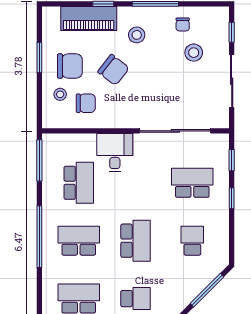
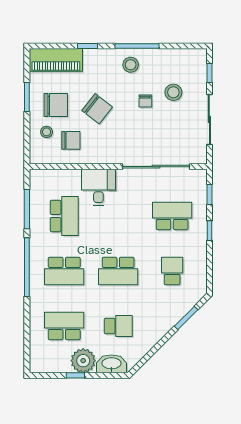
piano: (89, 19) -> (56, 60), moved
chair: (183, 24) -> (145, 101), moved
stool: (137, 35) -> (131, 65), moved
window: (39, 160) -> (27, 209), moved
school desk: (79, 241) -> (64, 271), turned 180
school desk: (136, 241) -> (118, 271), turned 90
window: (207, 290) -> (186, 318), width x0.69

